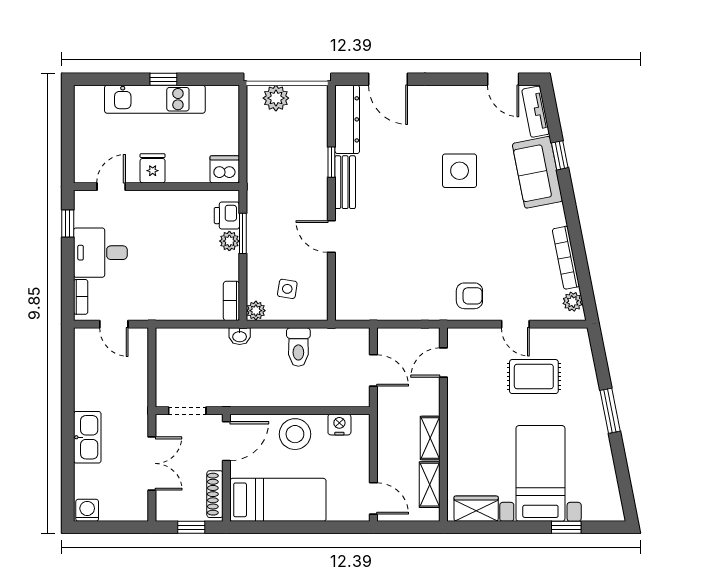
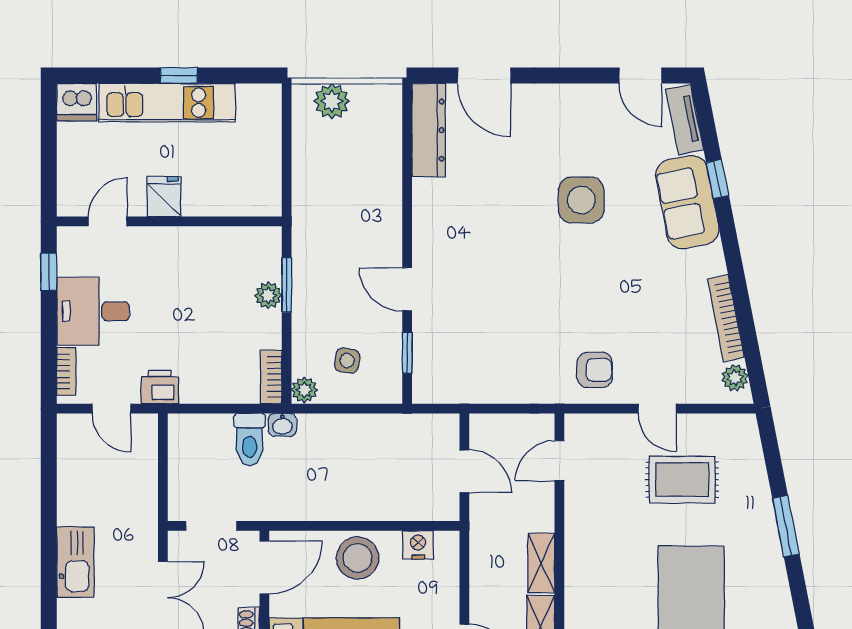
window: (331, 162) -> (407, 353), moved
dishwasher: (225, 169) -> (77, 102), moved, turned 180
bench: (345, 182) -> (426, 215), removed
printer: (227, 216) -> (160, 387), moved, turned 90
toilet: (298, 347) -> (250, 440), moved

